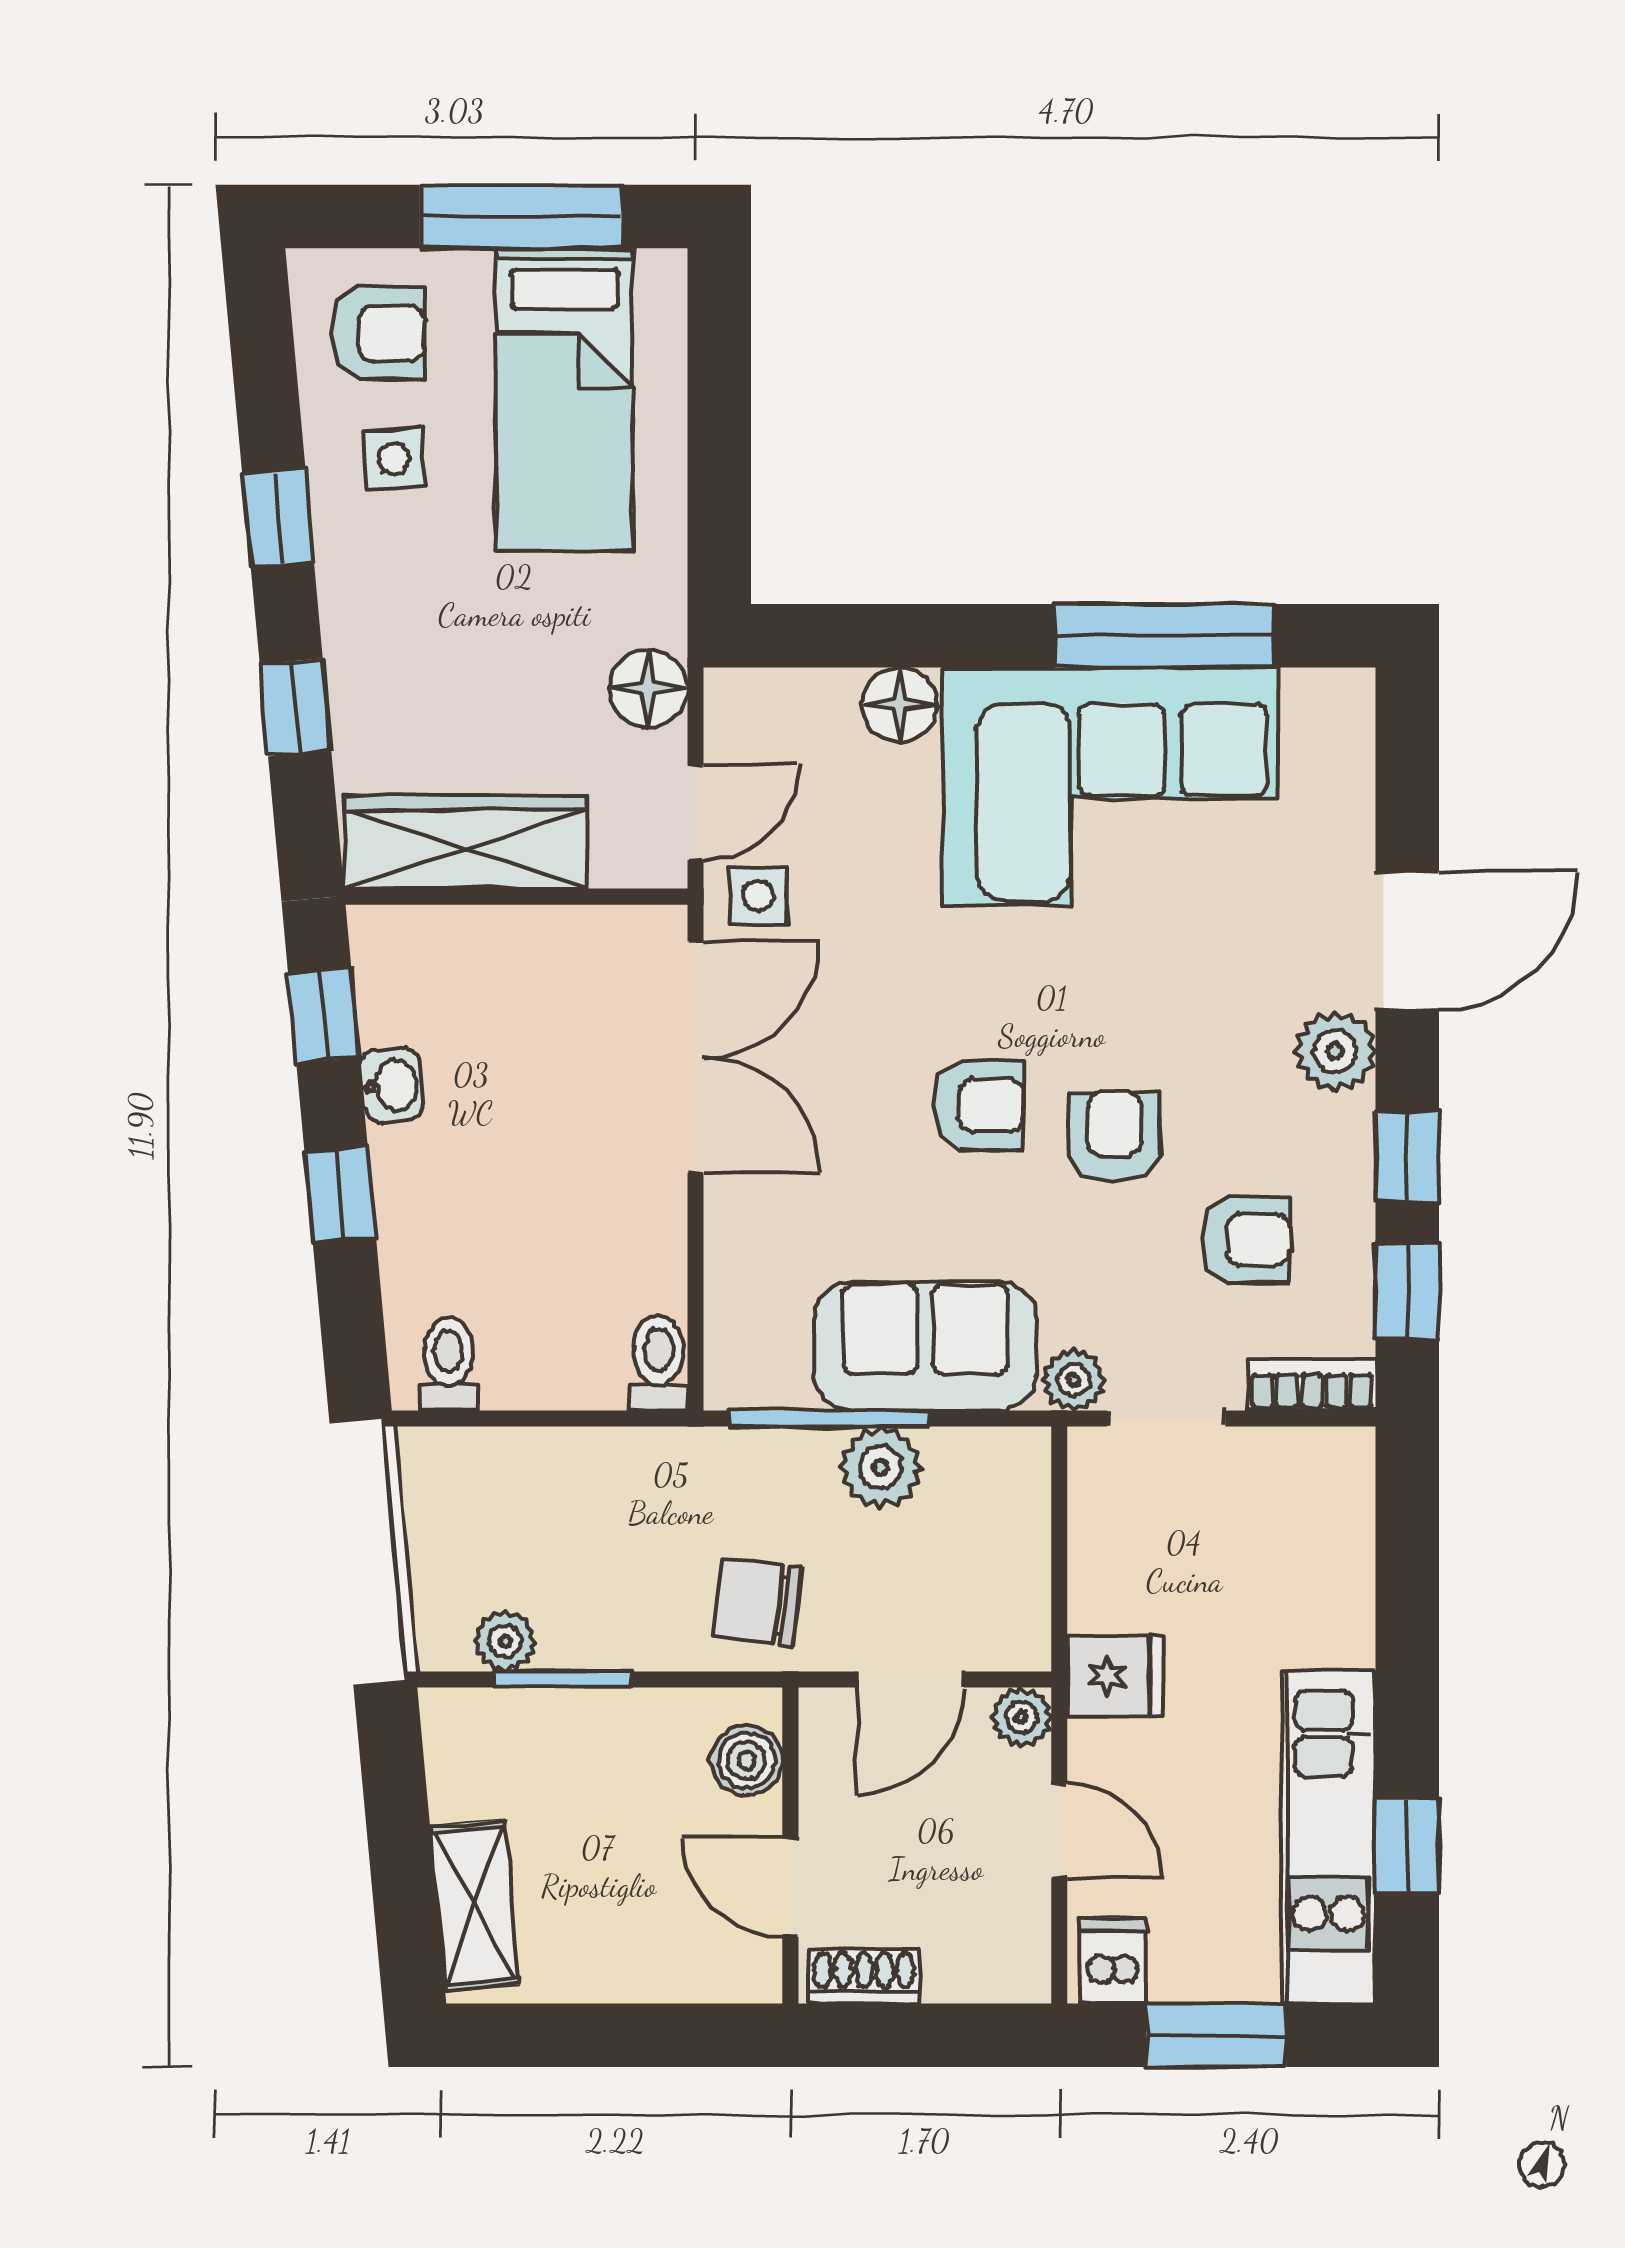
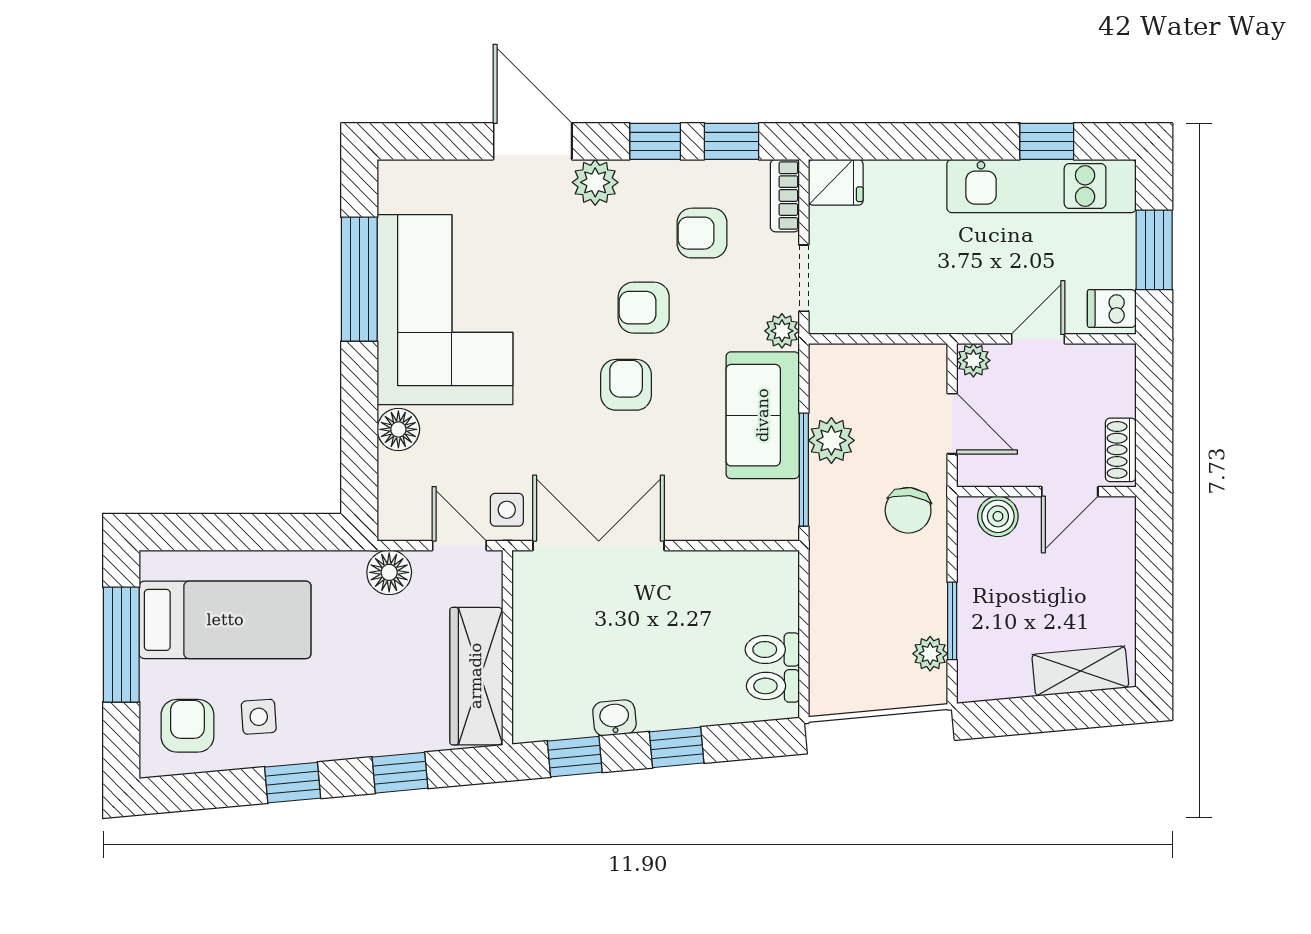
armchair: (1246, 1239) -> (702, 233), turned -90
toilet: (658, 1363) -> (772, 649), moved
fridge: (1115, 1676) -> (836, 182), moved, turned 90

